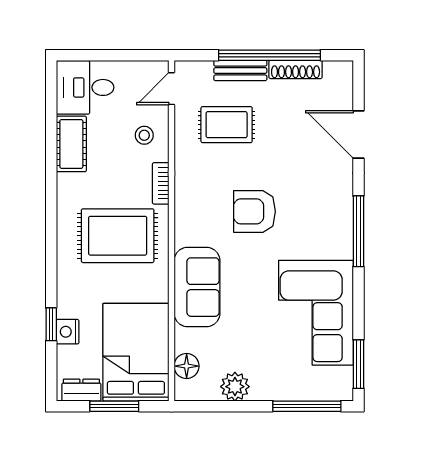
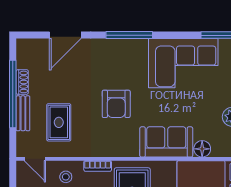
shoe rack: (296, 69) -> (22, 82), width x0.70
floor lamp: (187, 366) -> (202, 149), moved

